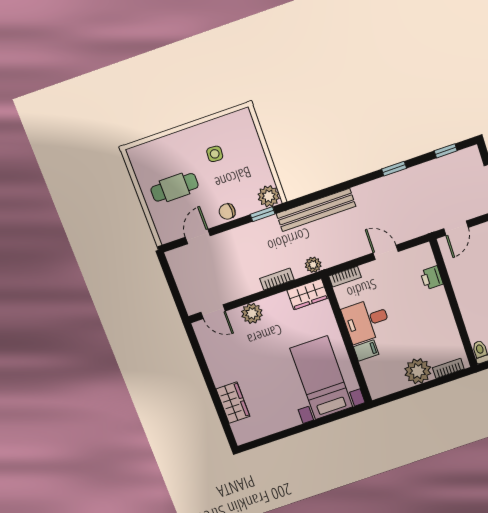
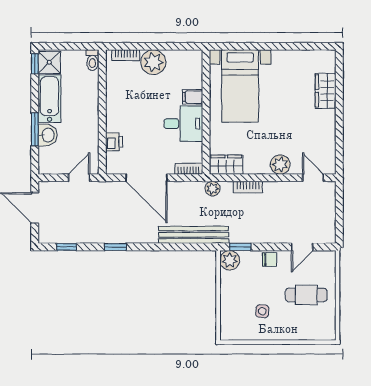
door: (386, 252) -> (146, 178), width x1.87

